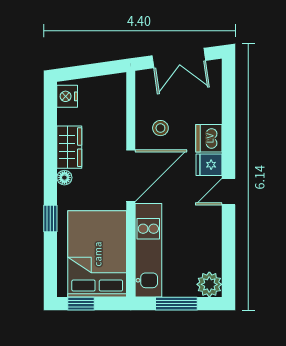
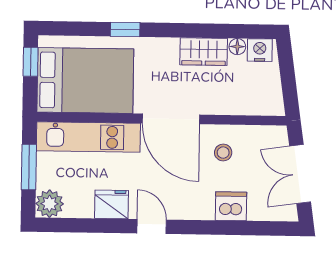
dishwasher: (209, 138) -> (231, 206), moved
fridge: (209, 165) -> (112, 204), moved, width x1.38
floor lamp: (64, 178) -> (237, 47), moved

